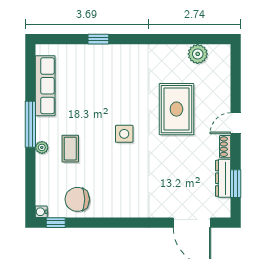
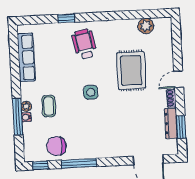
wheelchair: (119, 73) -> (84, 44), added
window: (30, 124) -> (18, 116), moved
water cooler: (41, 212) -> (26, 117), moved
window: (105, 223) -> (79, 163), added

